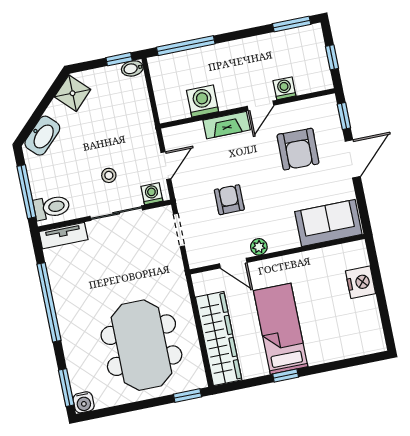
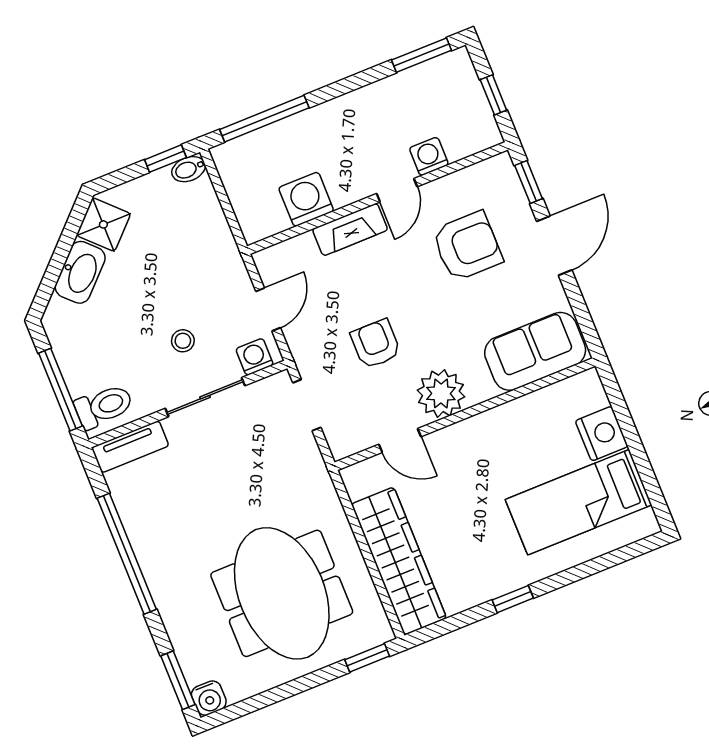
washbasin: (42, 136) -> (80, 272), moved
armchair: (298, 149) -> (467, 246), turned -91
plant: (259, 247) -> (441, 393), width x1.88, depth x1.88
bed: (281, 329) -> (579, 502), moved, turned -90

